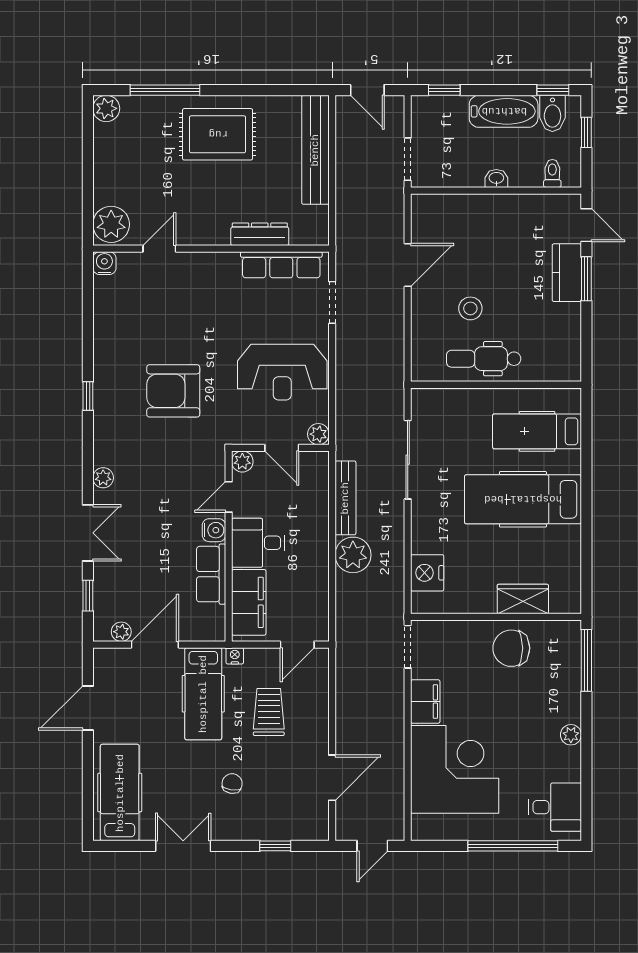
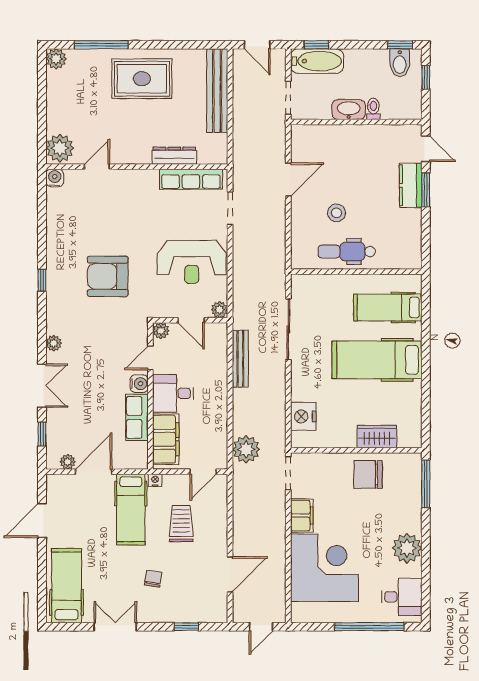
bathtub: (504, 111) -> (317, 61), moved
toilet: (552, 173) -> (373, 109), moved
washbasin: (496, 178) -> (349, 110), width x1.91, depth x1.45
plant: (353, 555) -> (246, 449), moved
plant: (571, 735) -> (407, 548), width x1.87, depth x1.87

